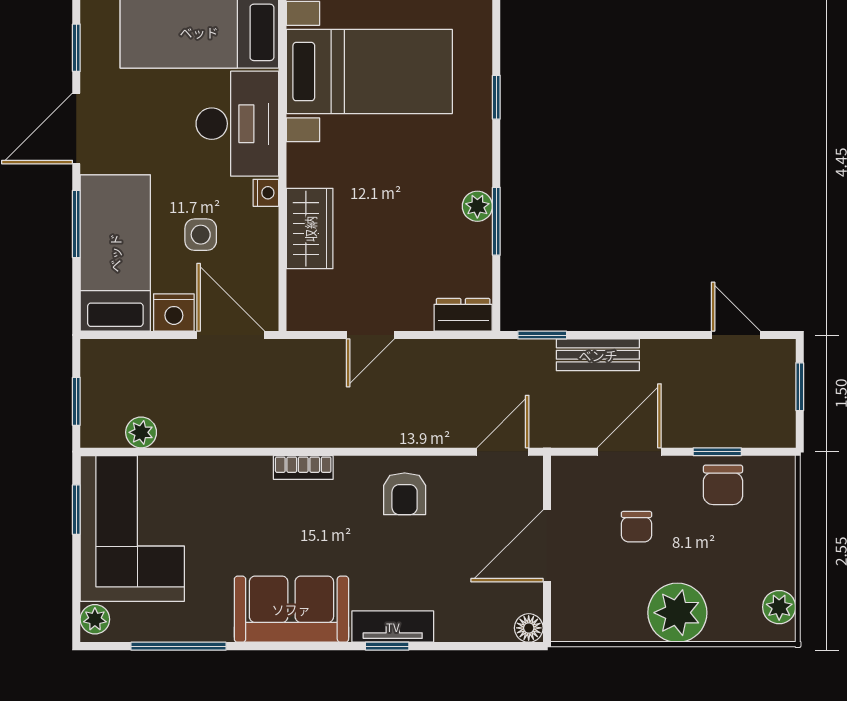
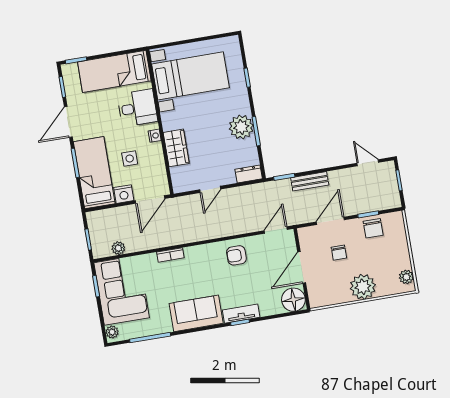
desk: (237, 124) -> (137, 108), width x0.73
plant: (477, 206) -> (241, 127), width x1.88, depth x1.88
door: (231, 335) -> (150, 200), swing flipped
bookcase: (303, 468) -> (170, 255), moved
armchair: (405, 494) -> (236, 255), turned 90
floor lamp: (529, 628) -> (293, 300), width x1.89, depth x1.89

